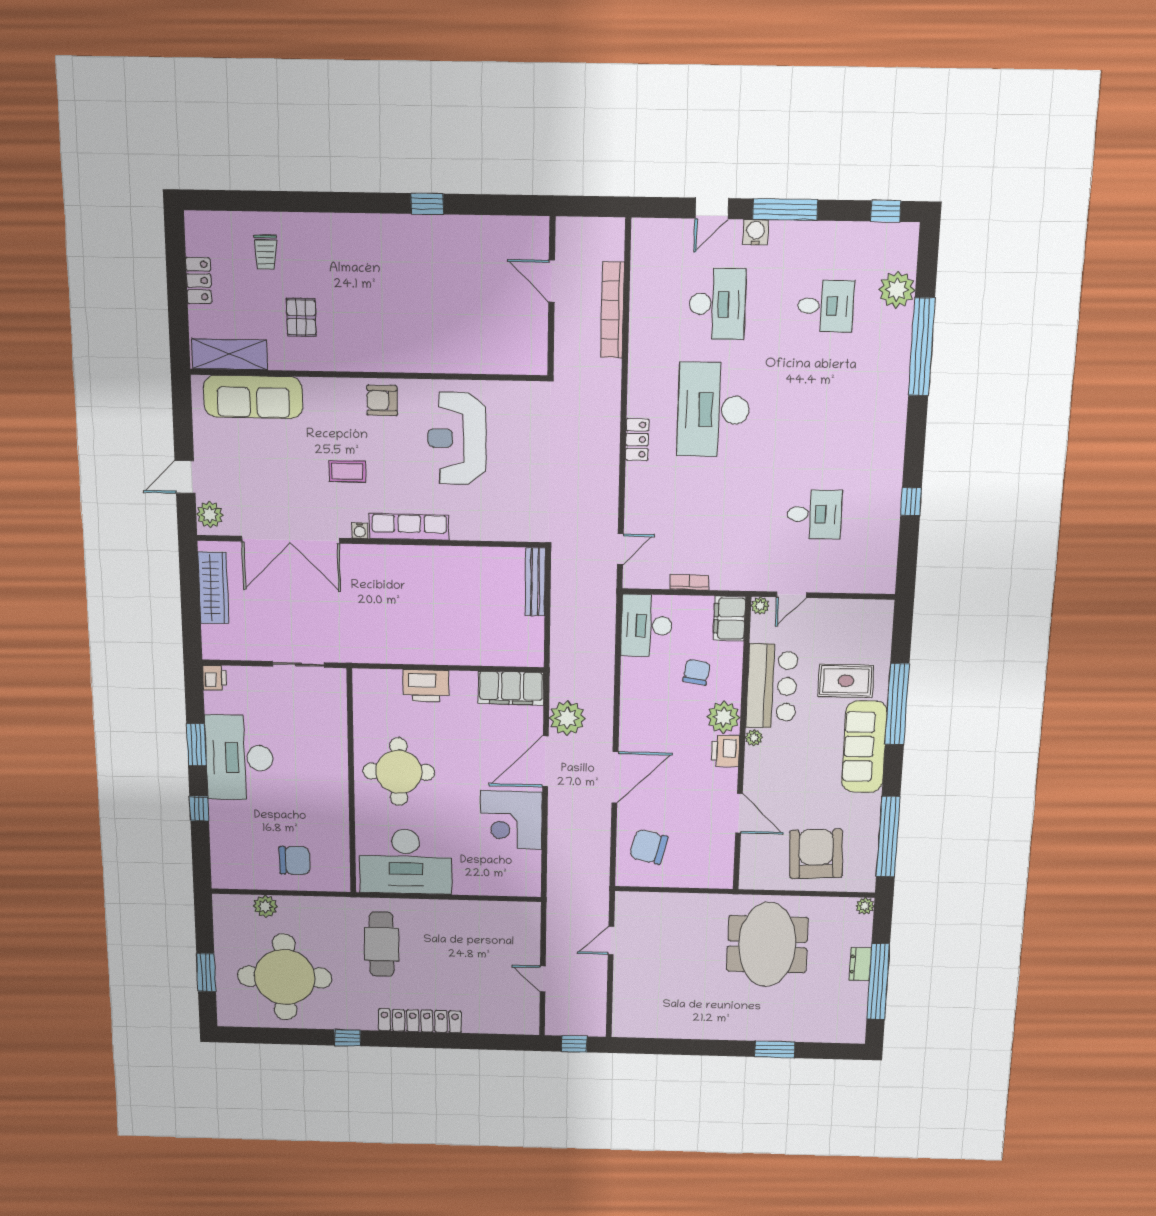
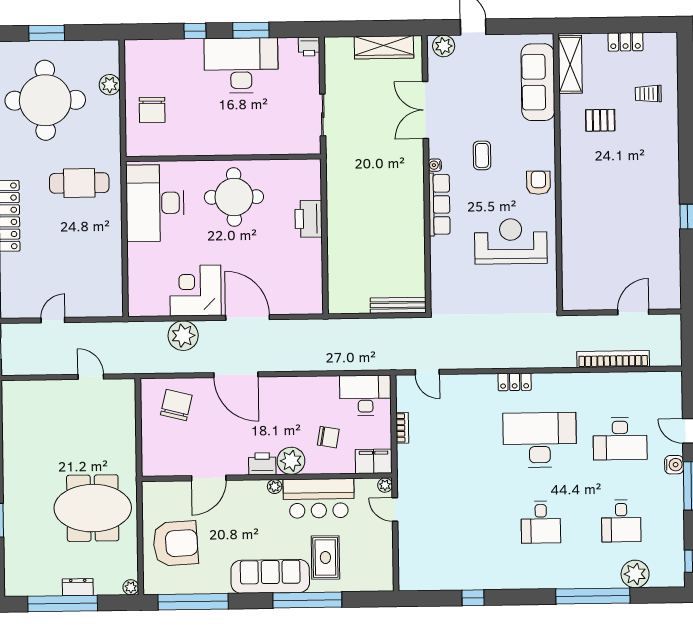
desk: (814, 514) -> (541, 522), moved
double door: (291, 540) -> (426, 110), width x0.73
filing cabinet: (511, 688) -> (309, 288), removed
plant: (567, 718) -> (183, 336), moved

